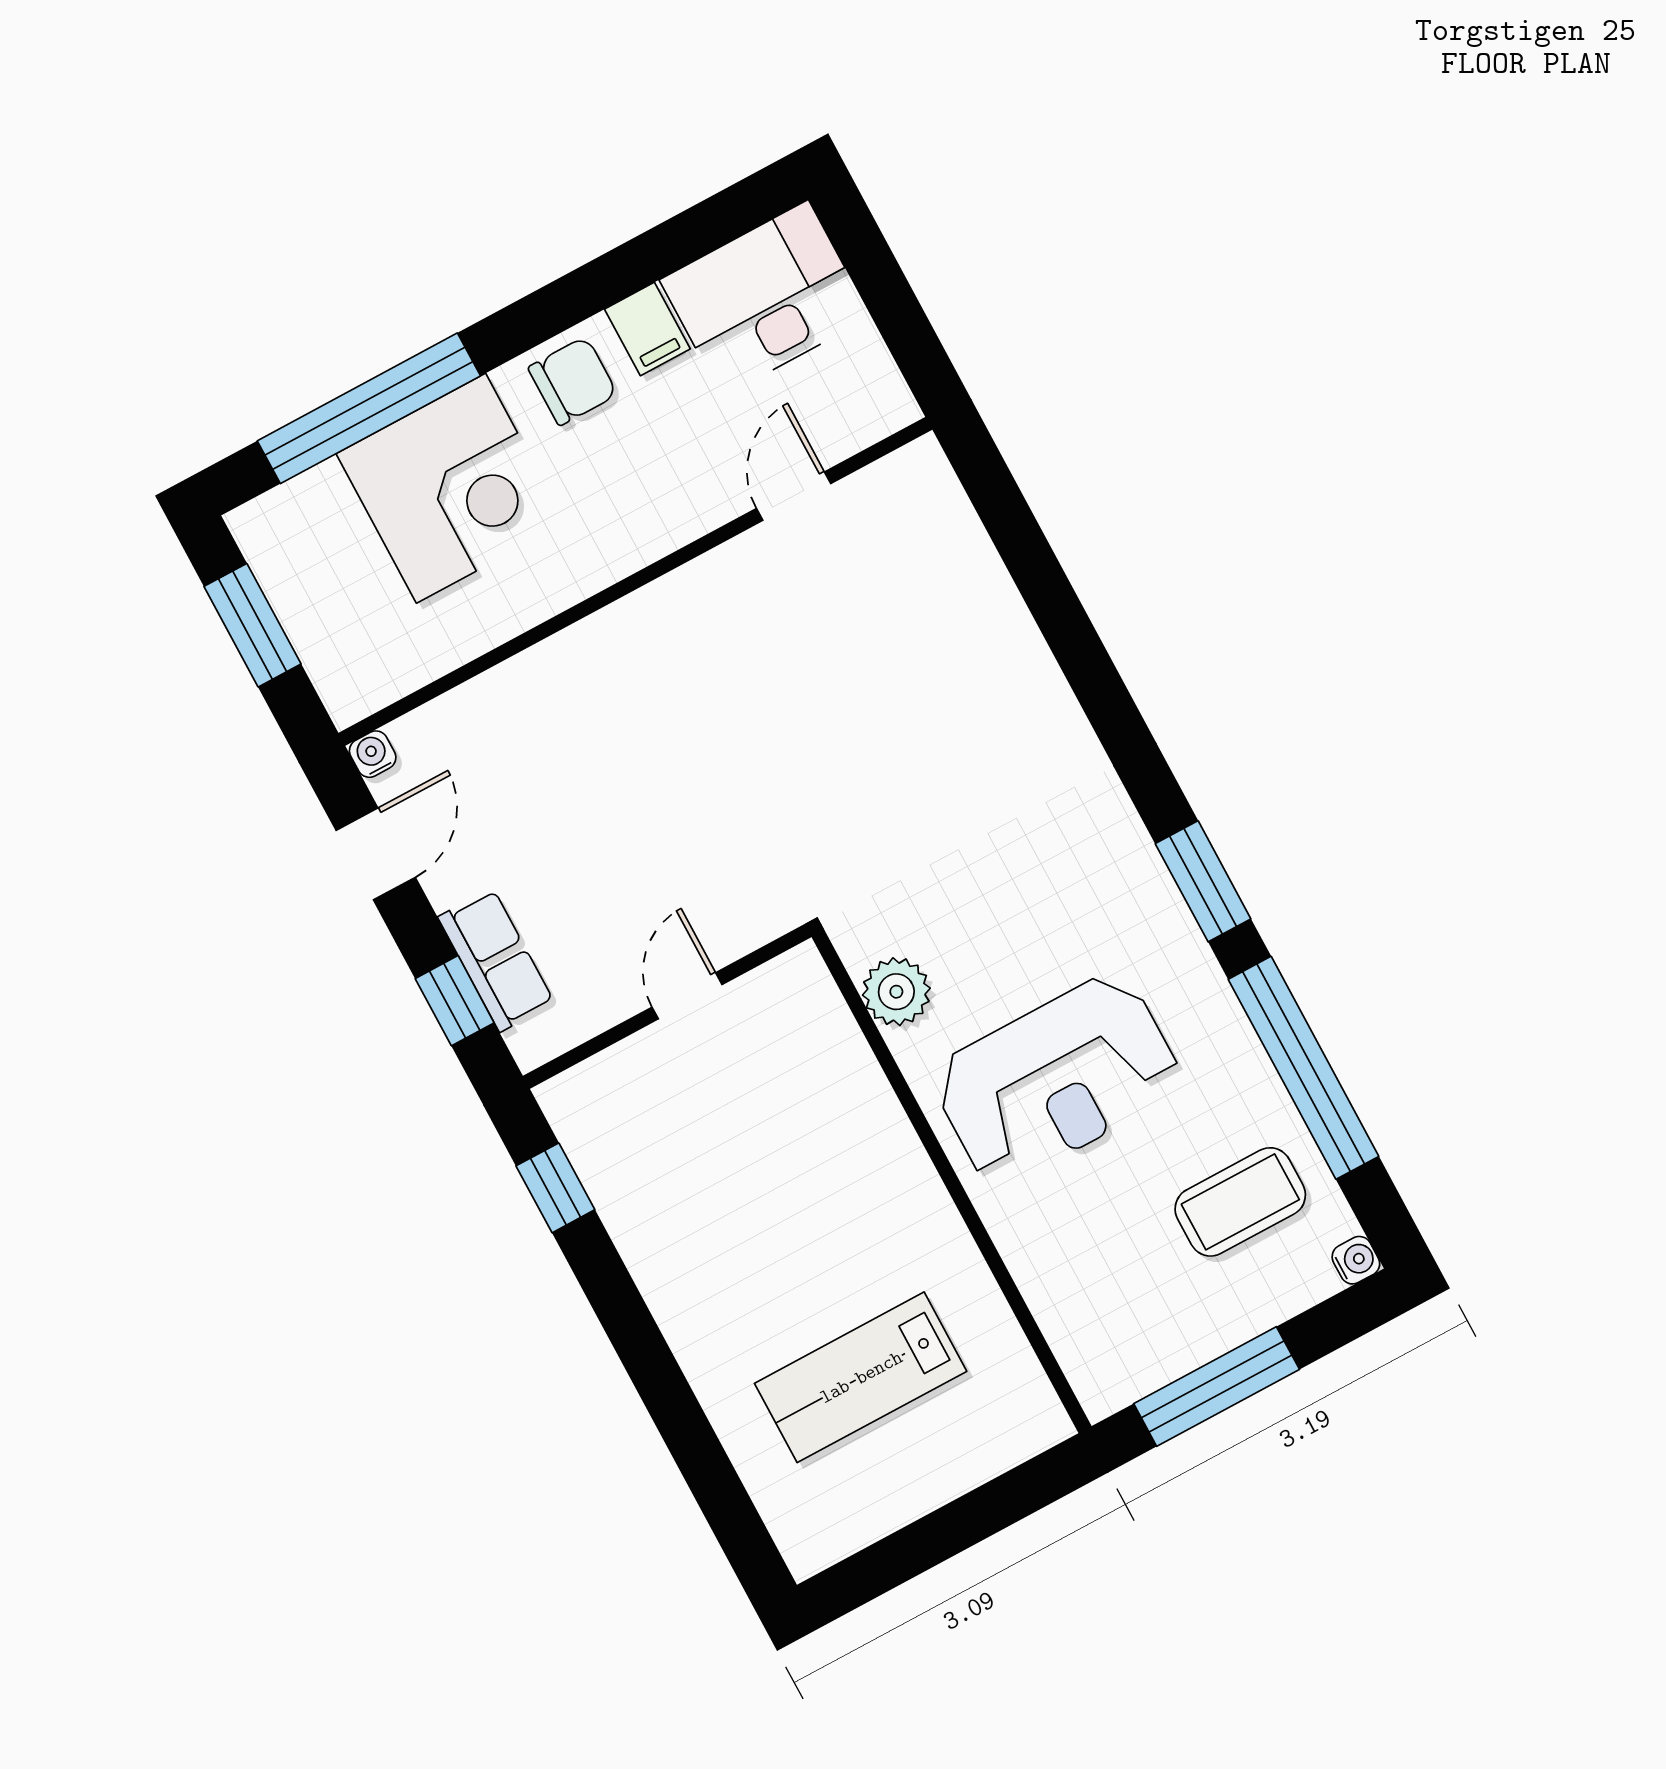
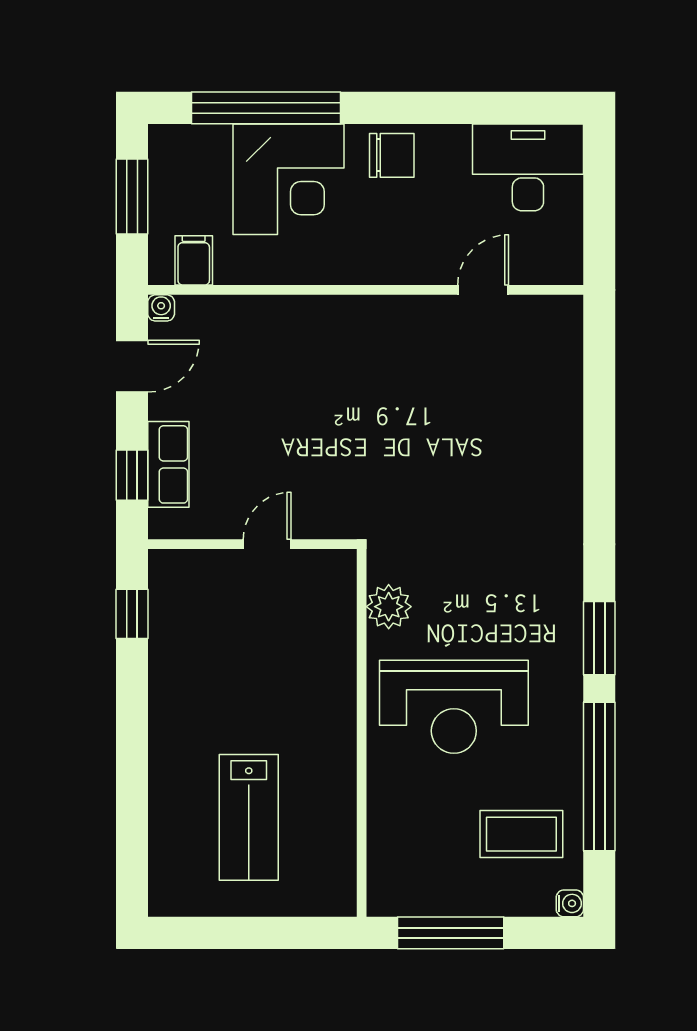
filing cabinet: (647, 329) -> (194, 260), moved, turned 180
lab bench: (861, 1377) -> (249, 817), turned -90

